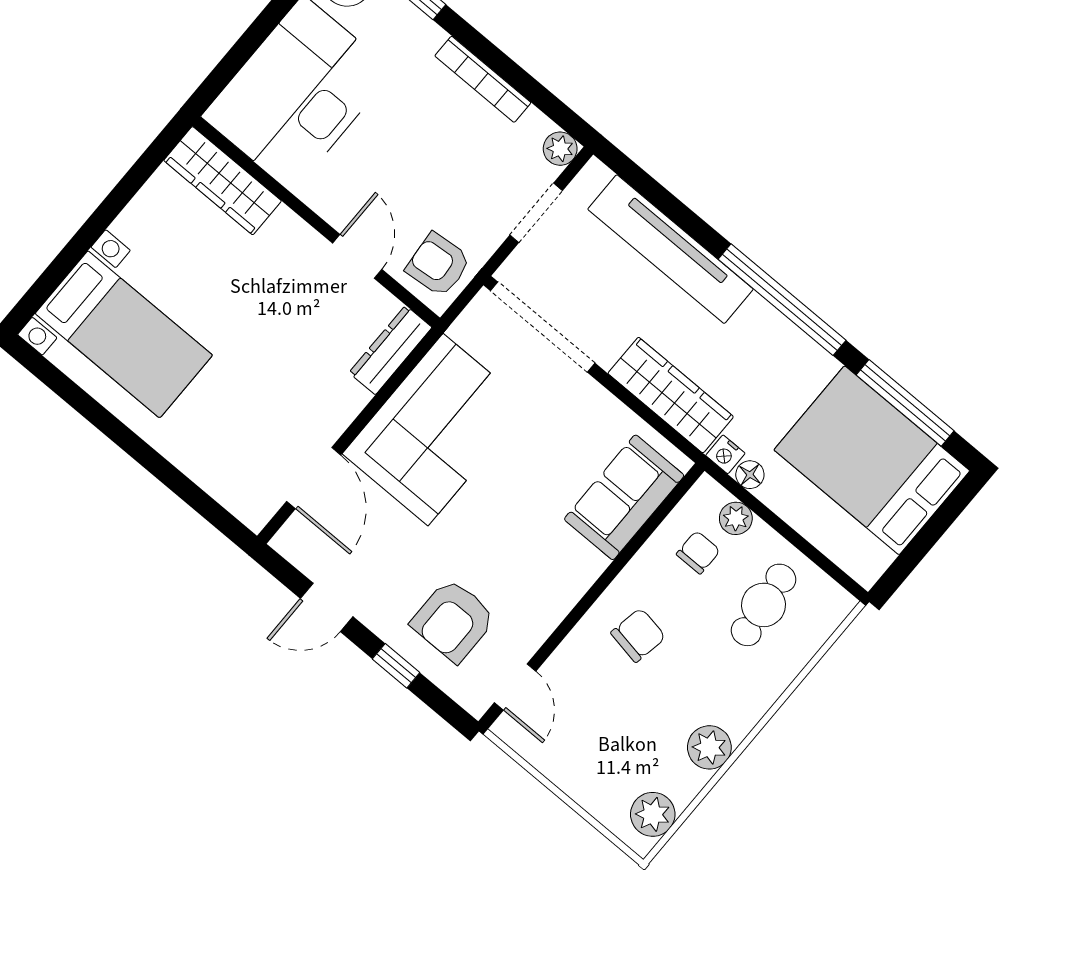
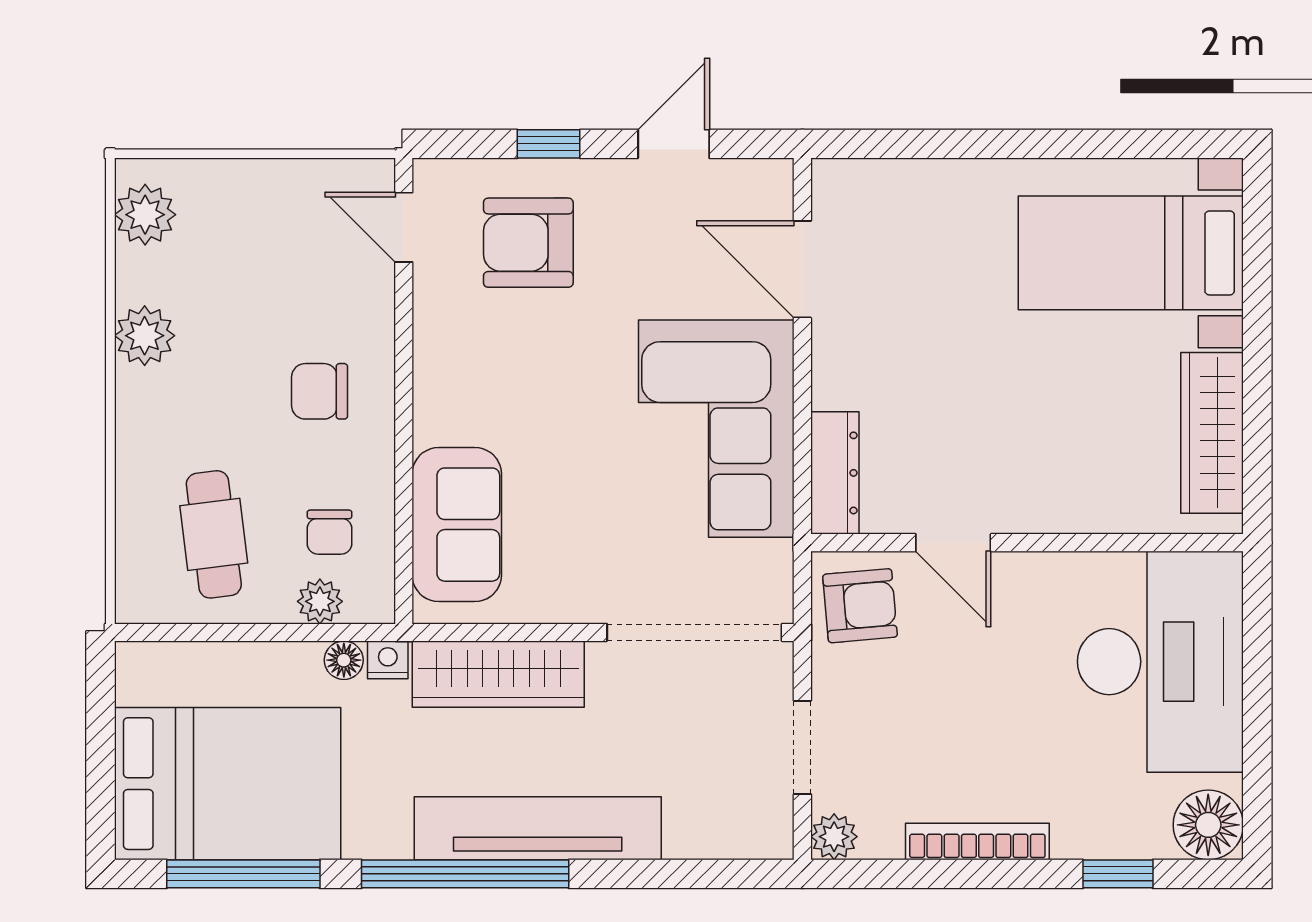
wardrobe: (223, 181) -> (1212, 433), moved, turned -90
tv unit: (670, 249) -> (538, 828), moved
armchair: (453, 620) -> (528, 243), turned -90
chair: (638, 635) -> (320, 391), turned 80

